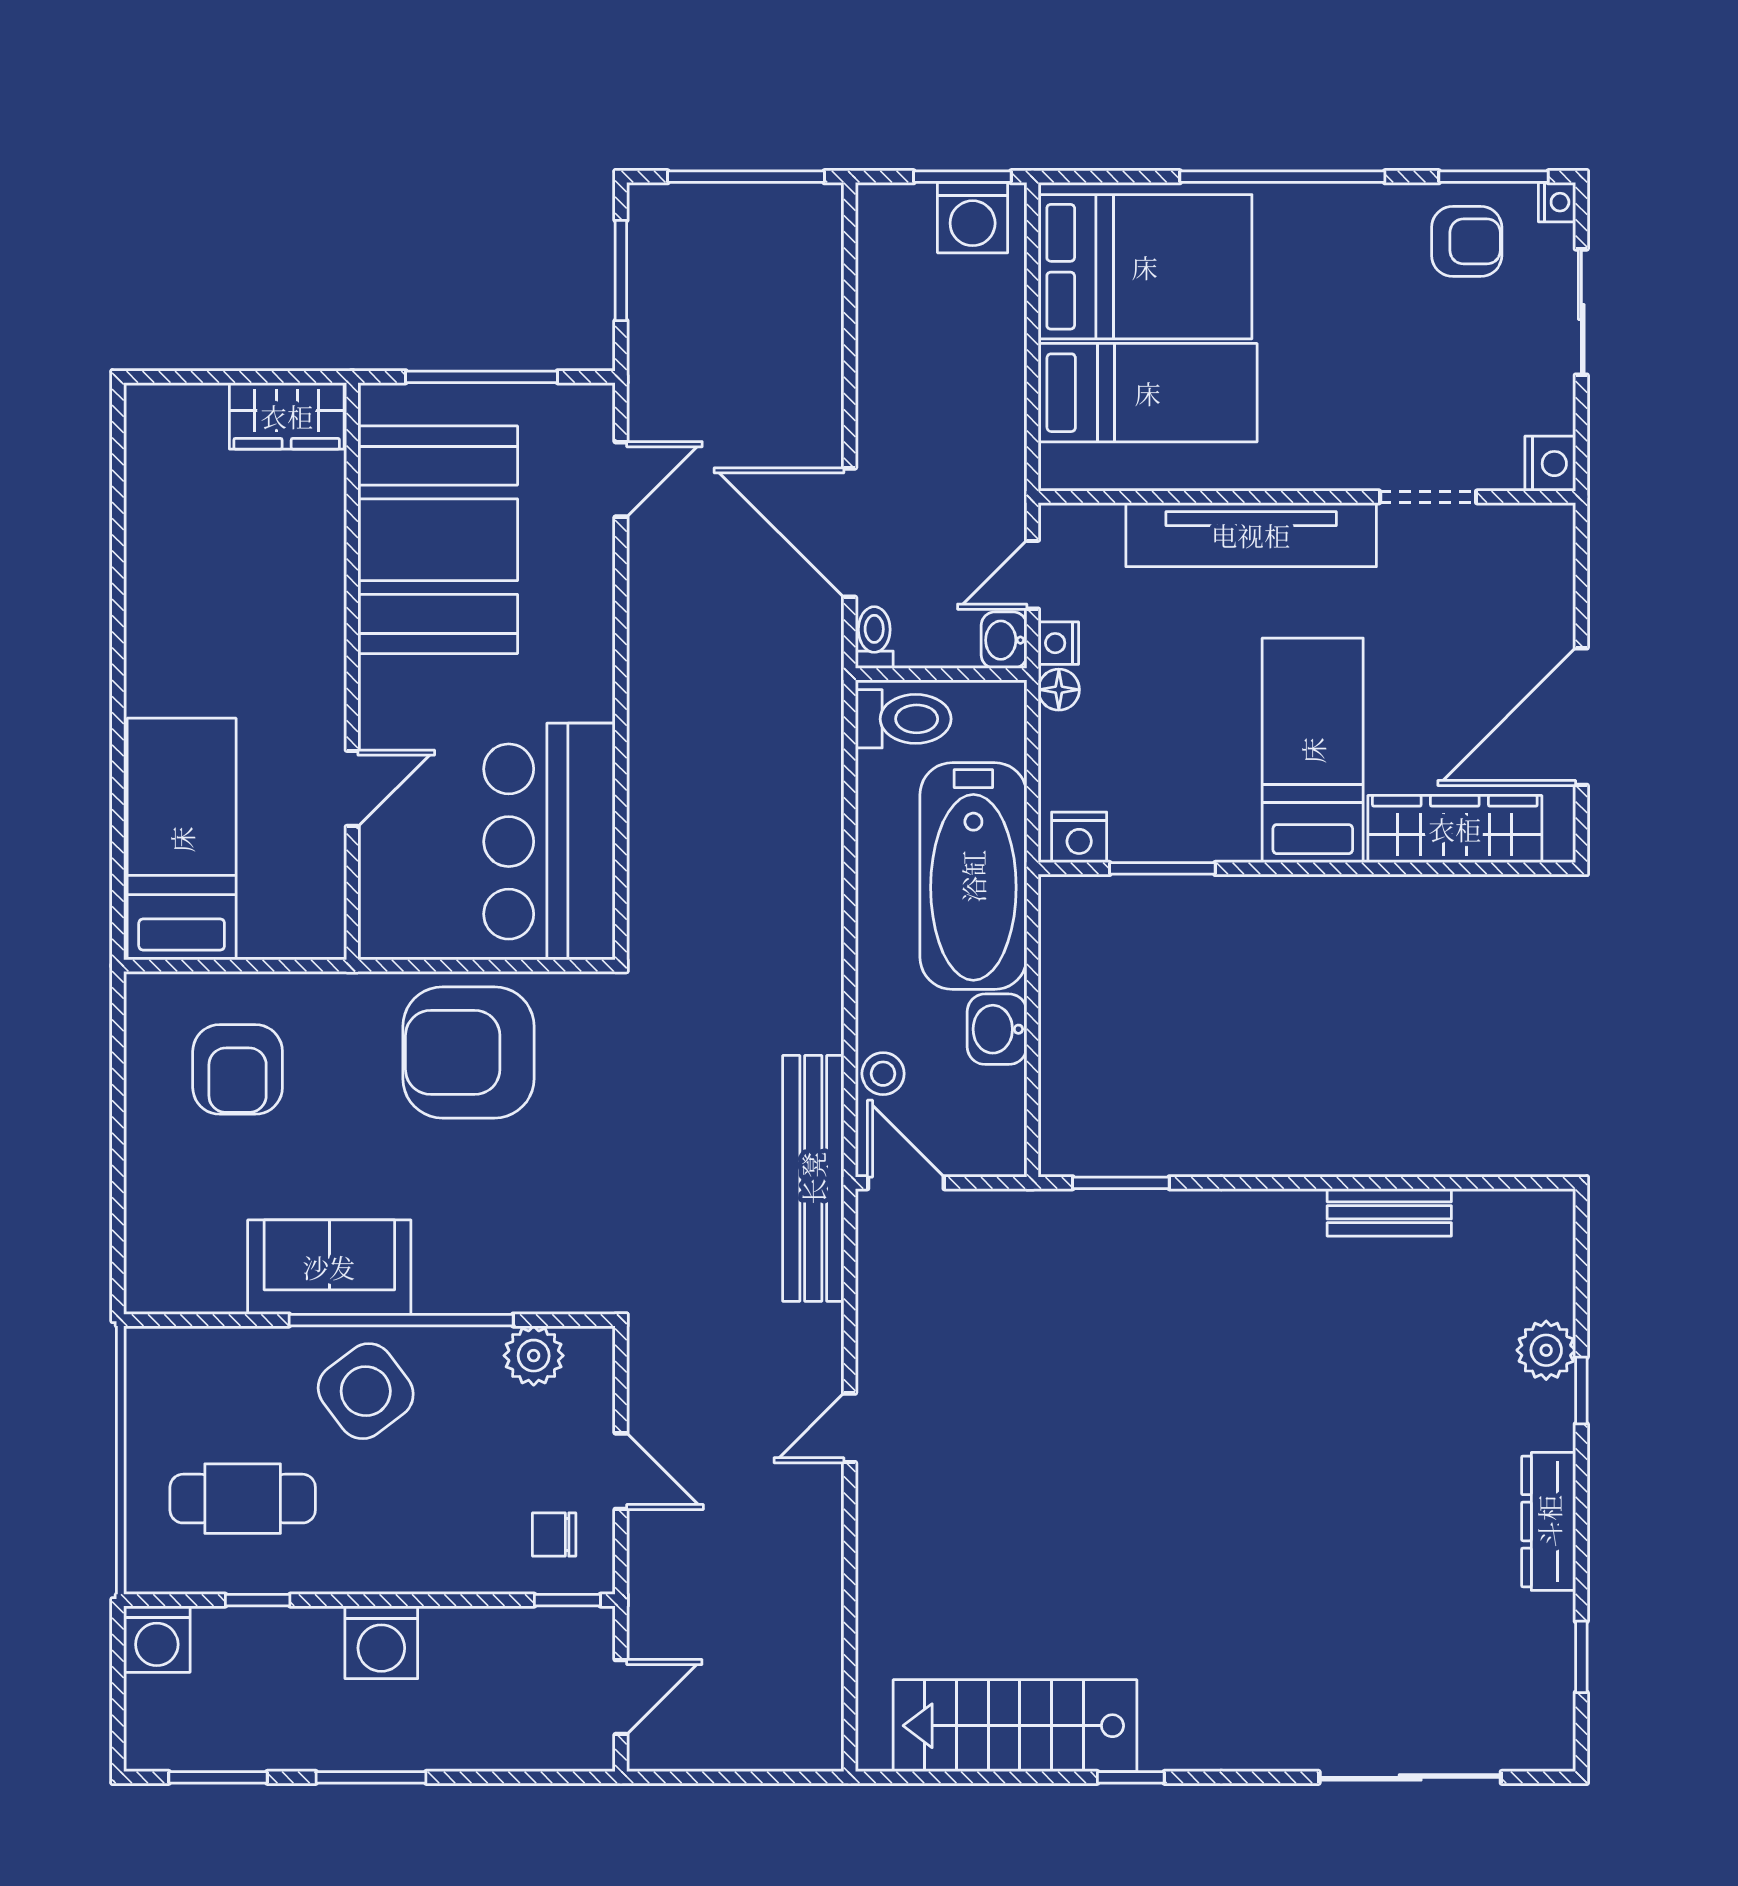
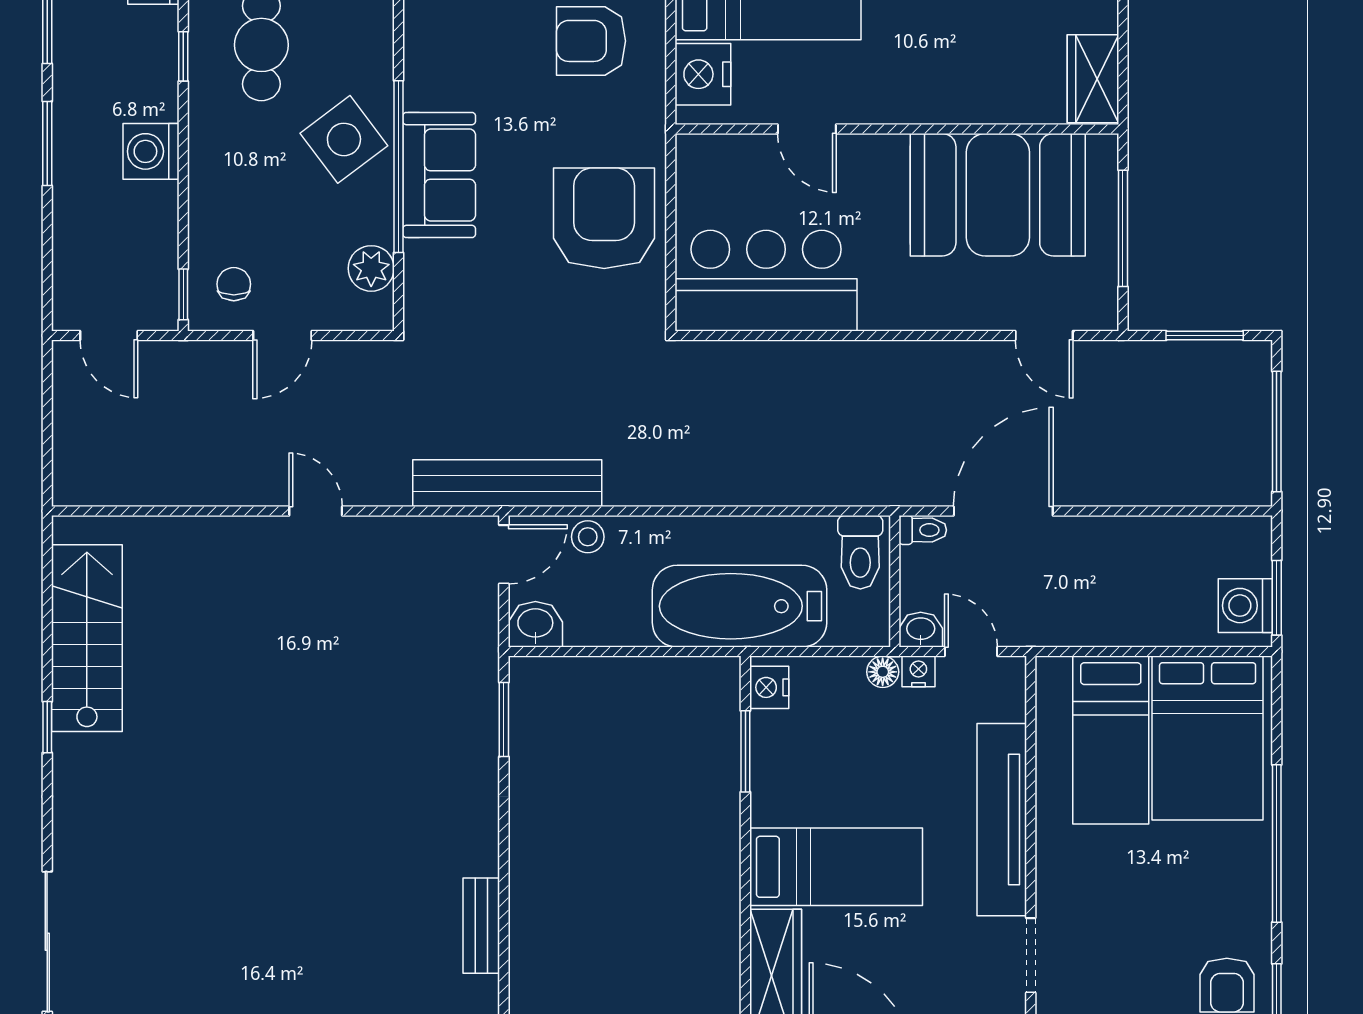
nightstand: (281, 924) -> (703, 74), added
washbasin: (997, 1029) -> (535, 624), moved
sofa: (329, 1267) -> (439, 175), moved

